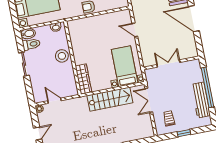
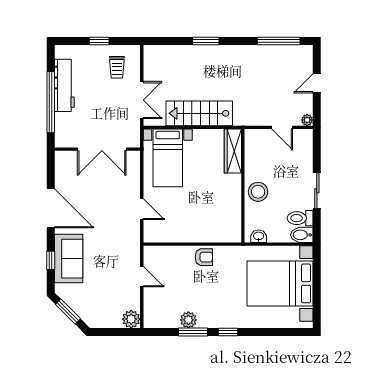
double door: (168, 63) -> (102, 149), width x1.37

